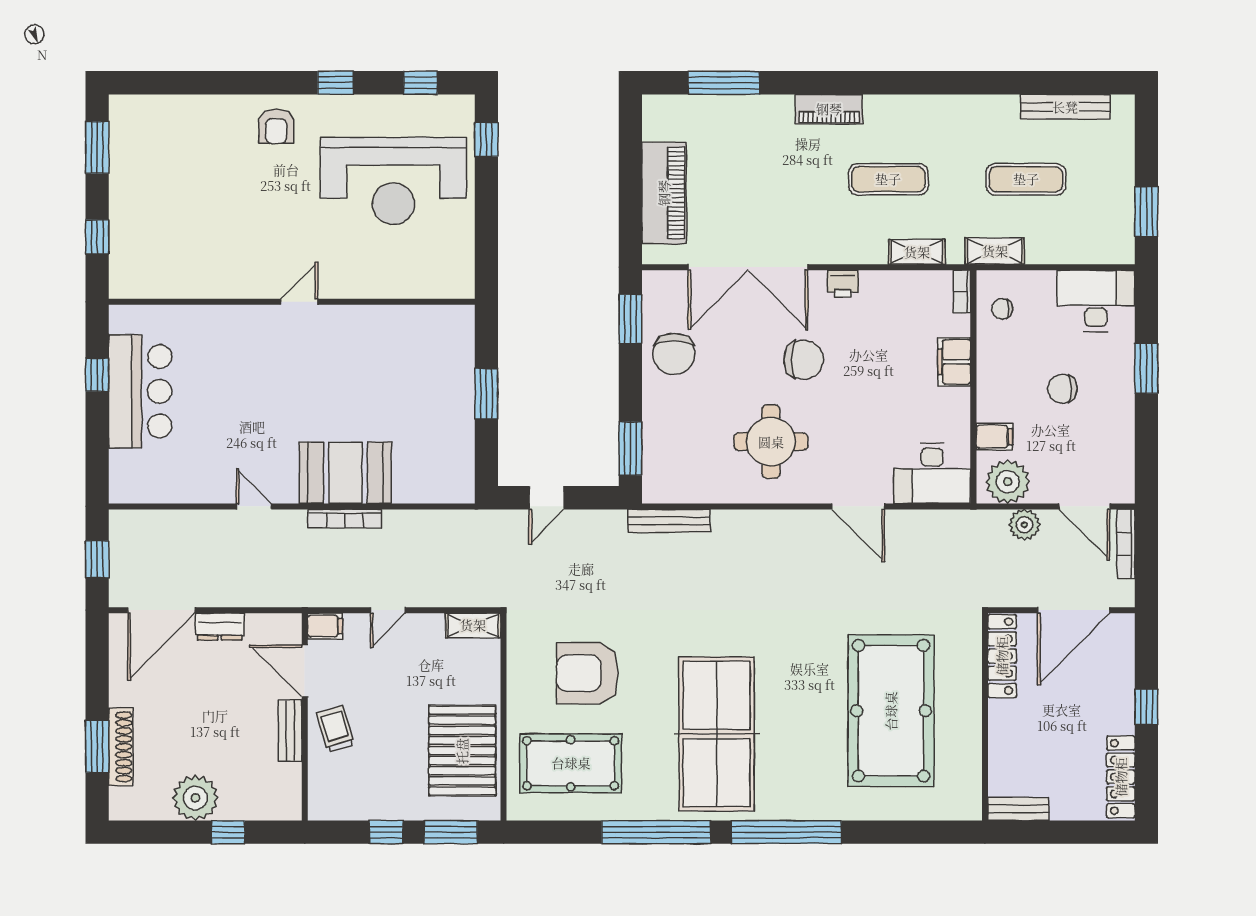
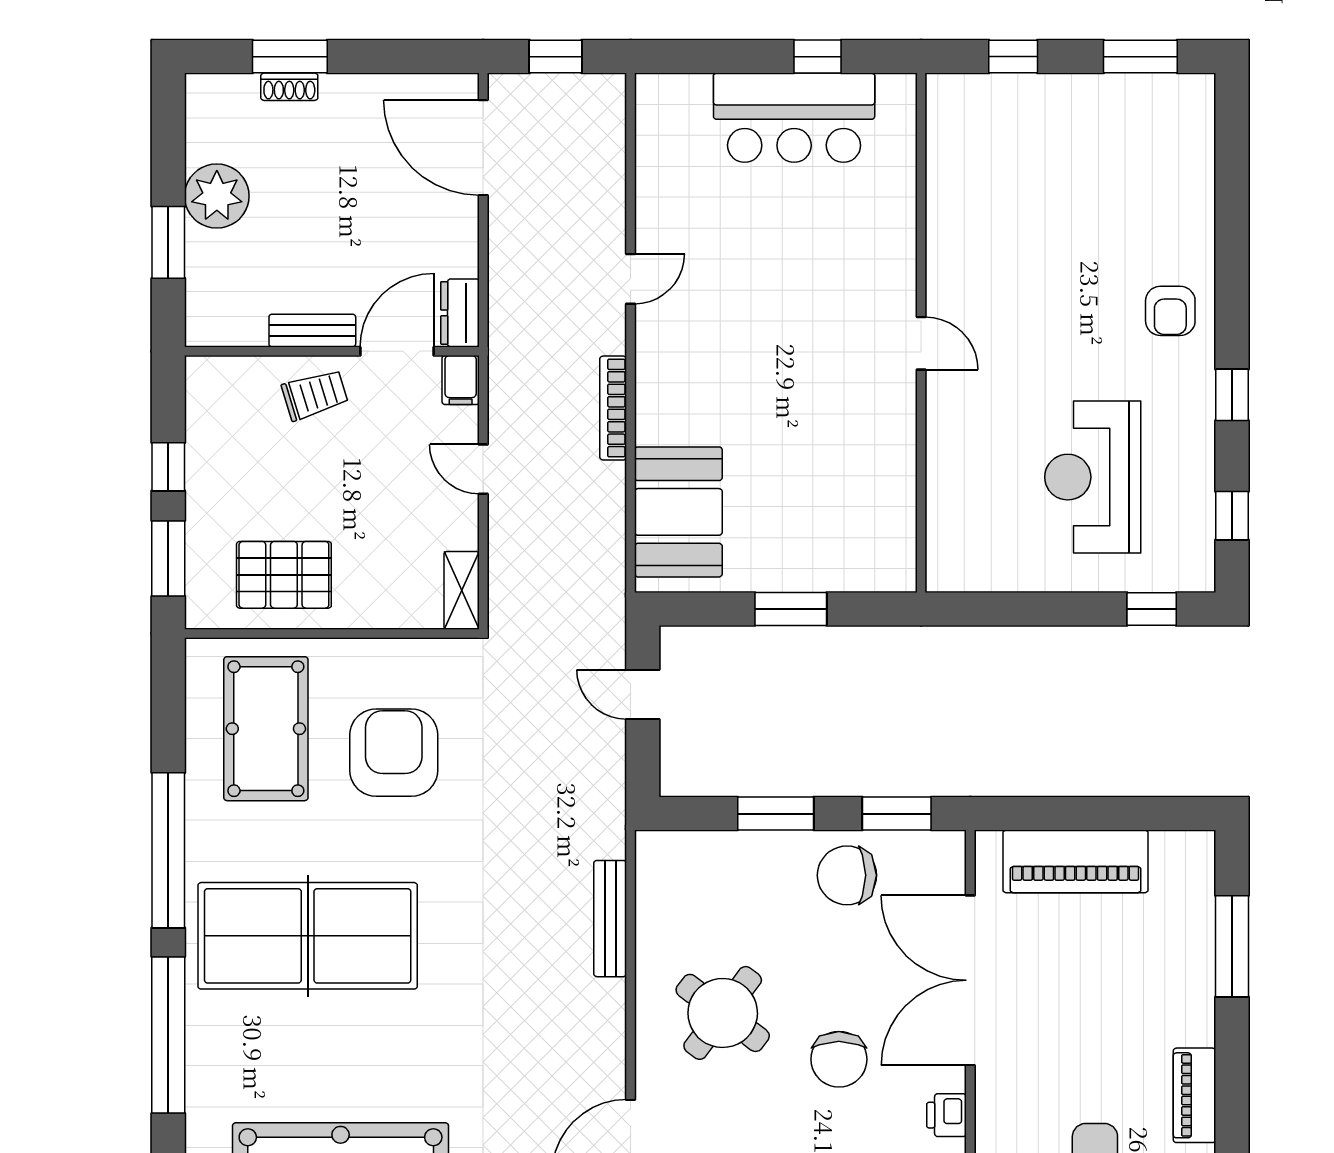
armchair: (276, 126) -> (1170, 311), turned -90
reception desk: (393, 181) -> (1093, 477), width x0.74, depth x0.77
round table: (771, 442) -> (723, 1013), turned 37
window: (630, 448) -> (776, 814), moved
booth: (345, 473) -> (678, 512), moved
bench: (669, 521) -> (610, 919), moved
dresser: (220, 627) -> (460, 313), moved
shoe rack: (121, 747) -> (289, 87), width x0.51, depth x0.81
pallet: (462, 751) -> (284, 575), width x0.73, depth x0.71
window: (228, 832) -> (168, 242), width x1.50

